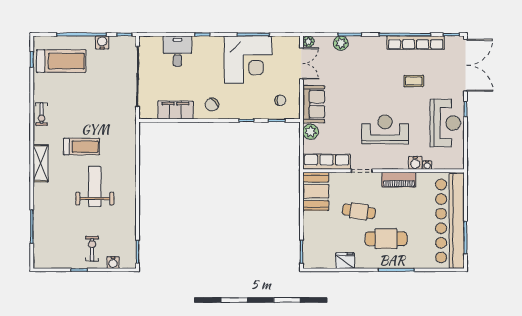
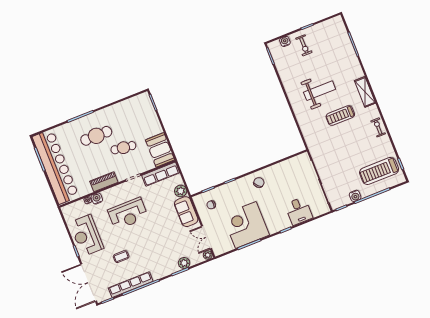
filing cabinet: (175, 110) -> (283, 168), removed
weight bench: (95, 187) -> (320, 91), turned -90
fridge: (345, 261) -> (119, 109), removed

